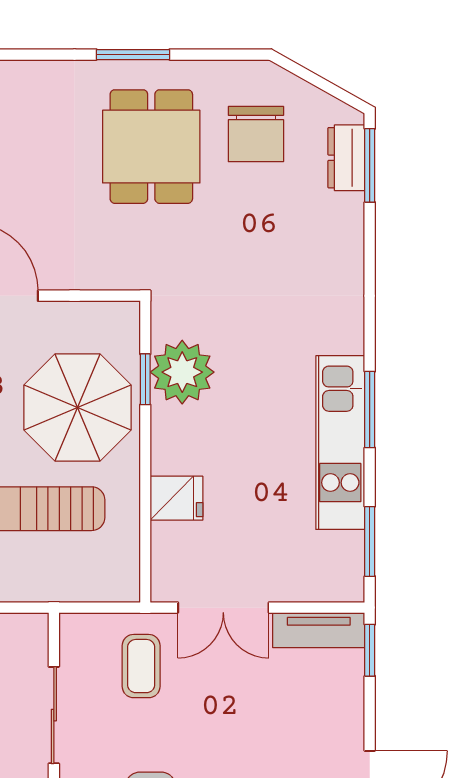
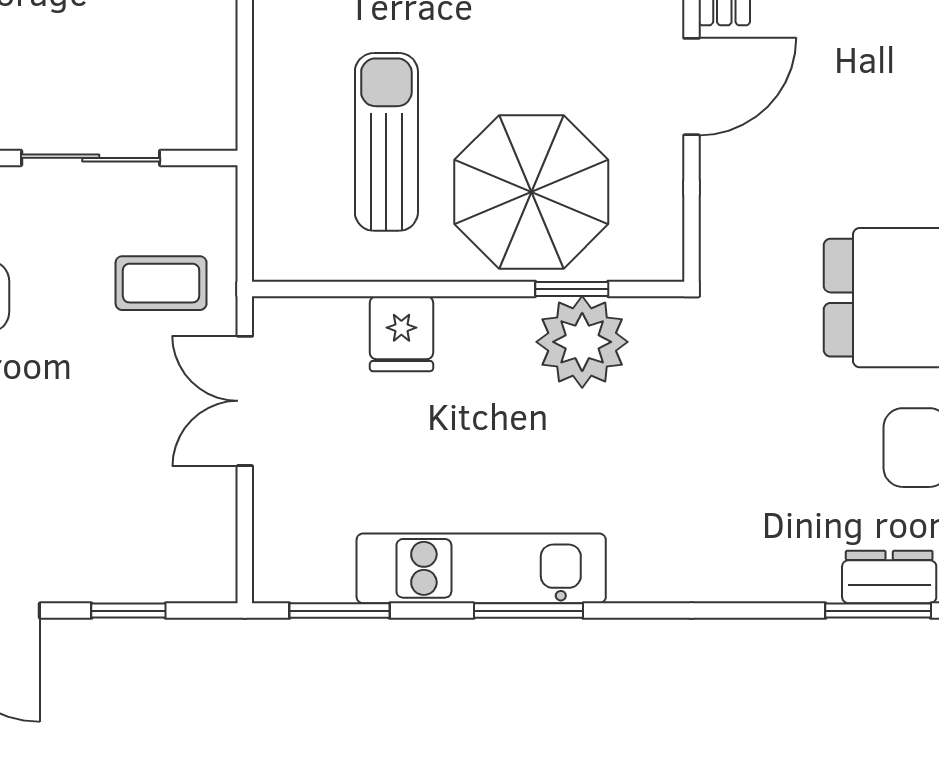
tv unit: (319, 630) -> (213, 537), removed
window: (370, 650) -> (128, 611), moved

